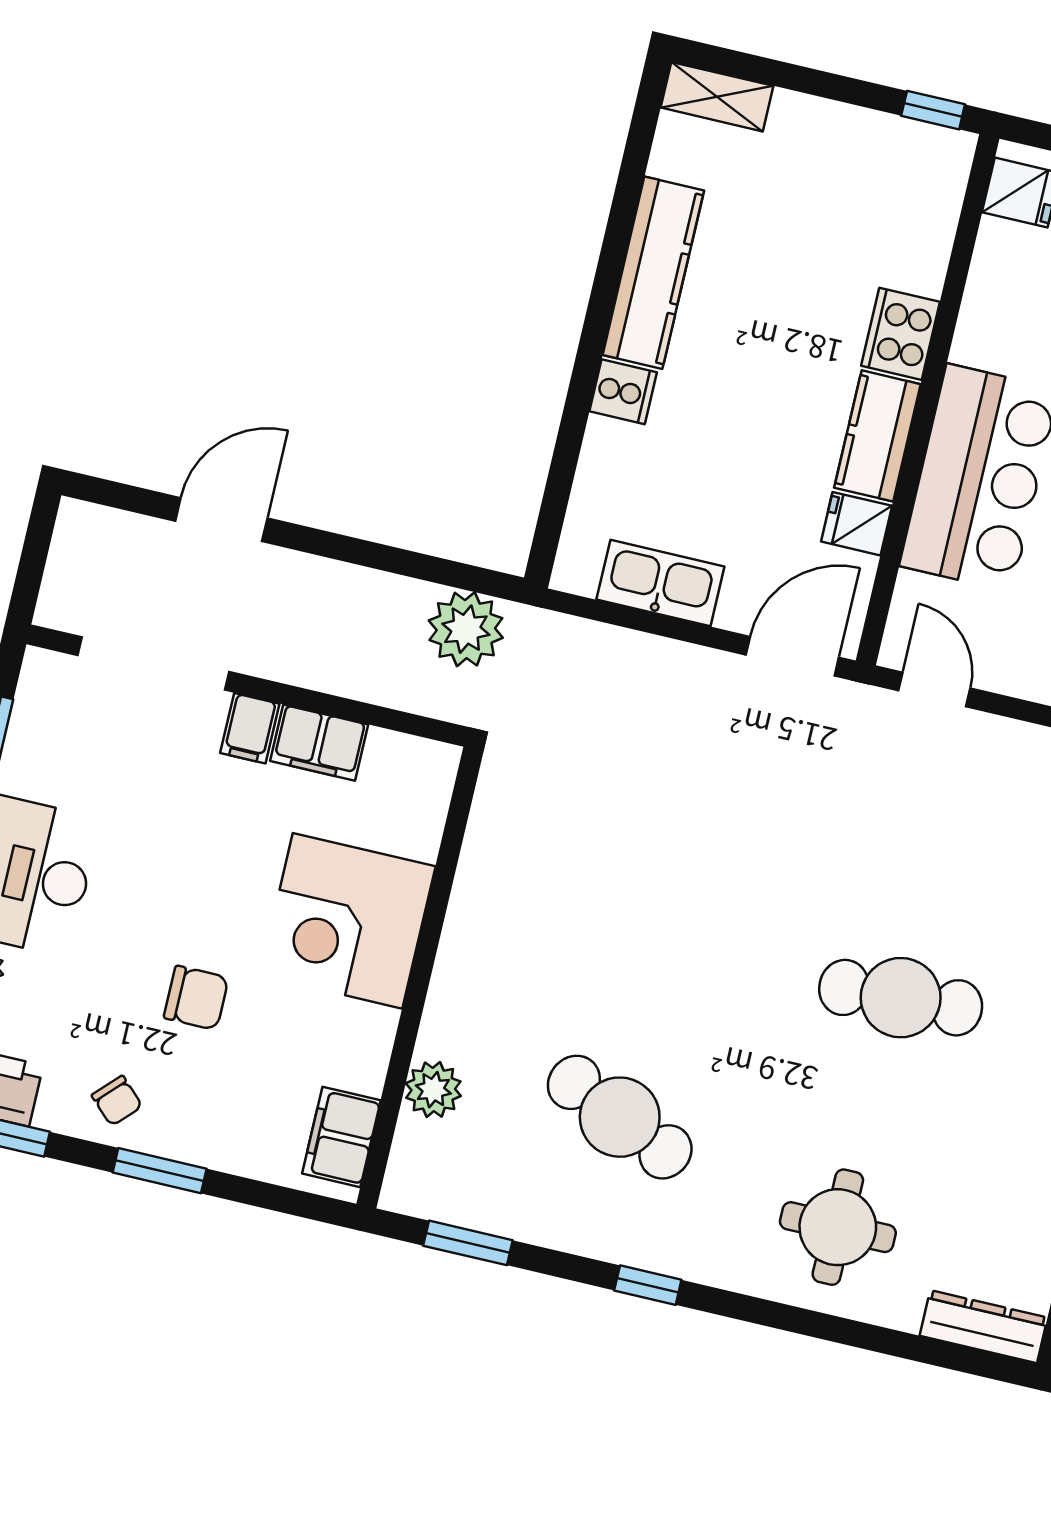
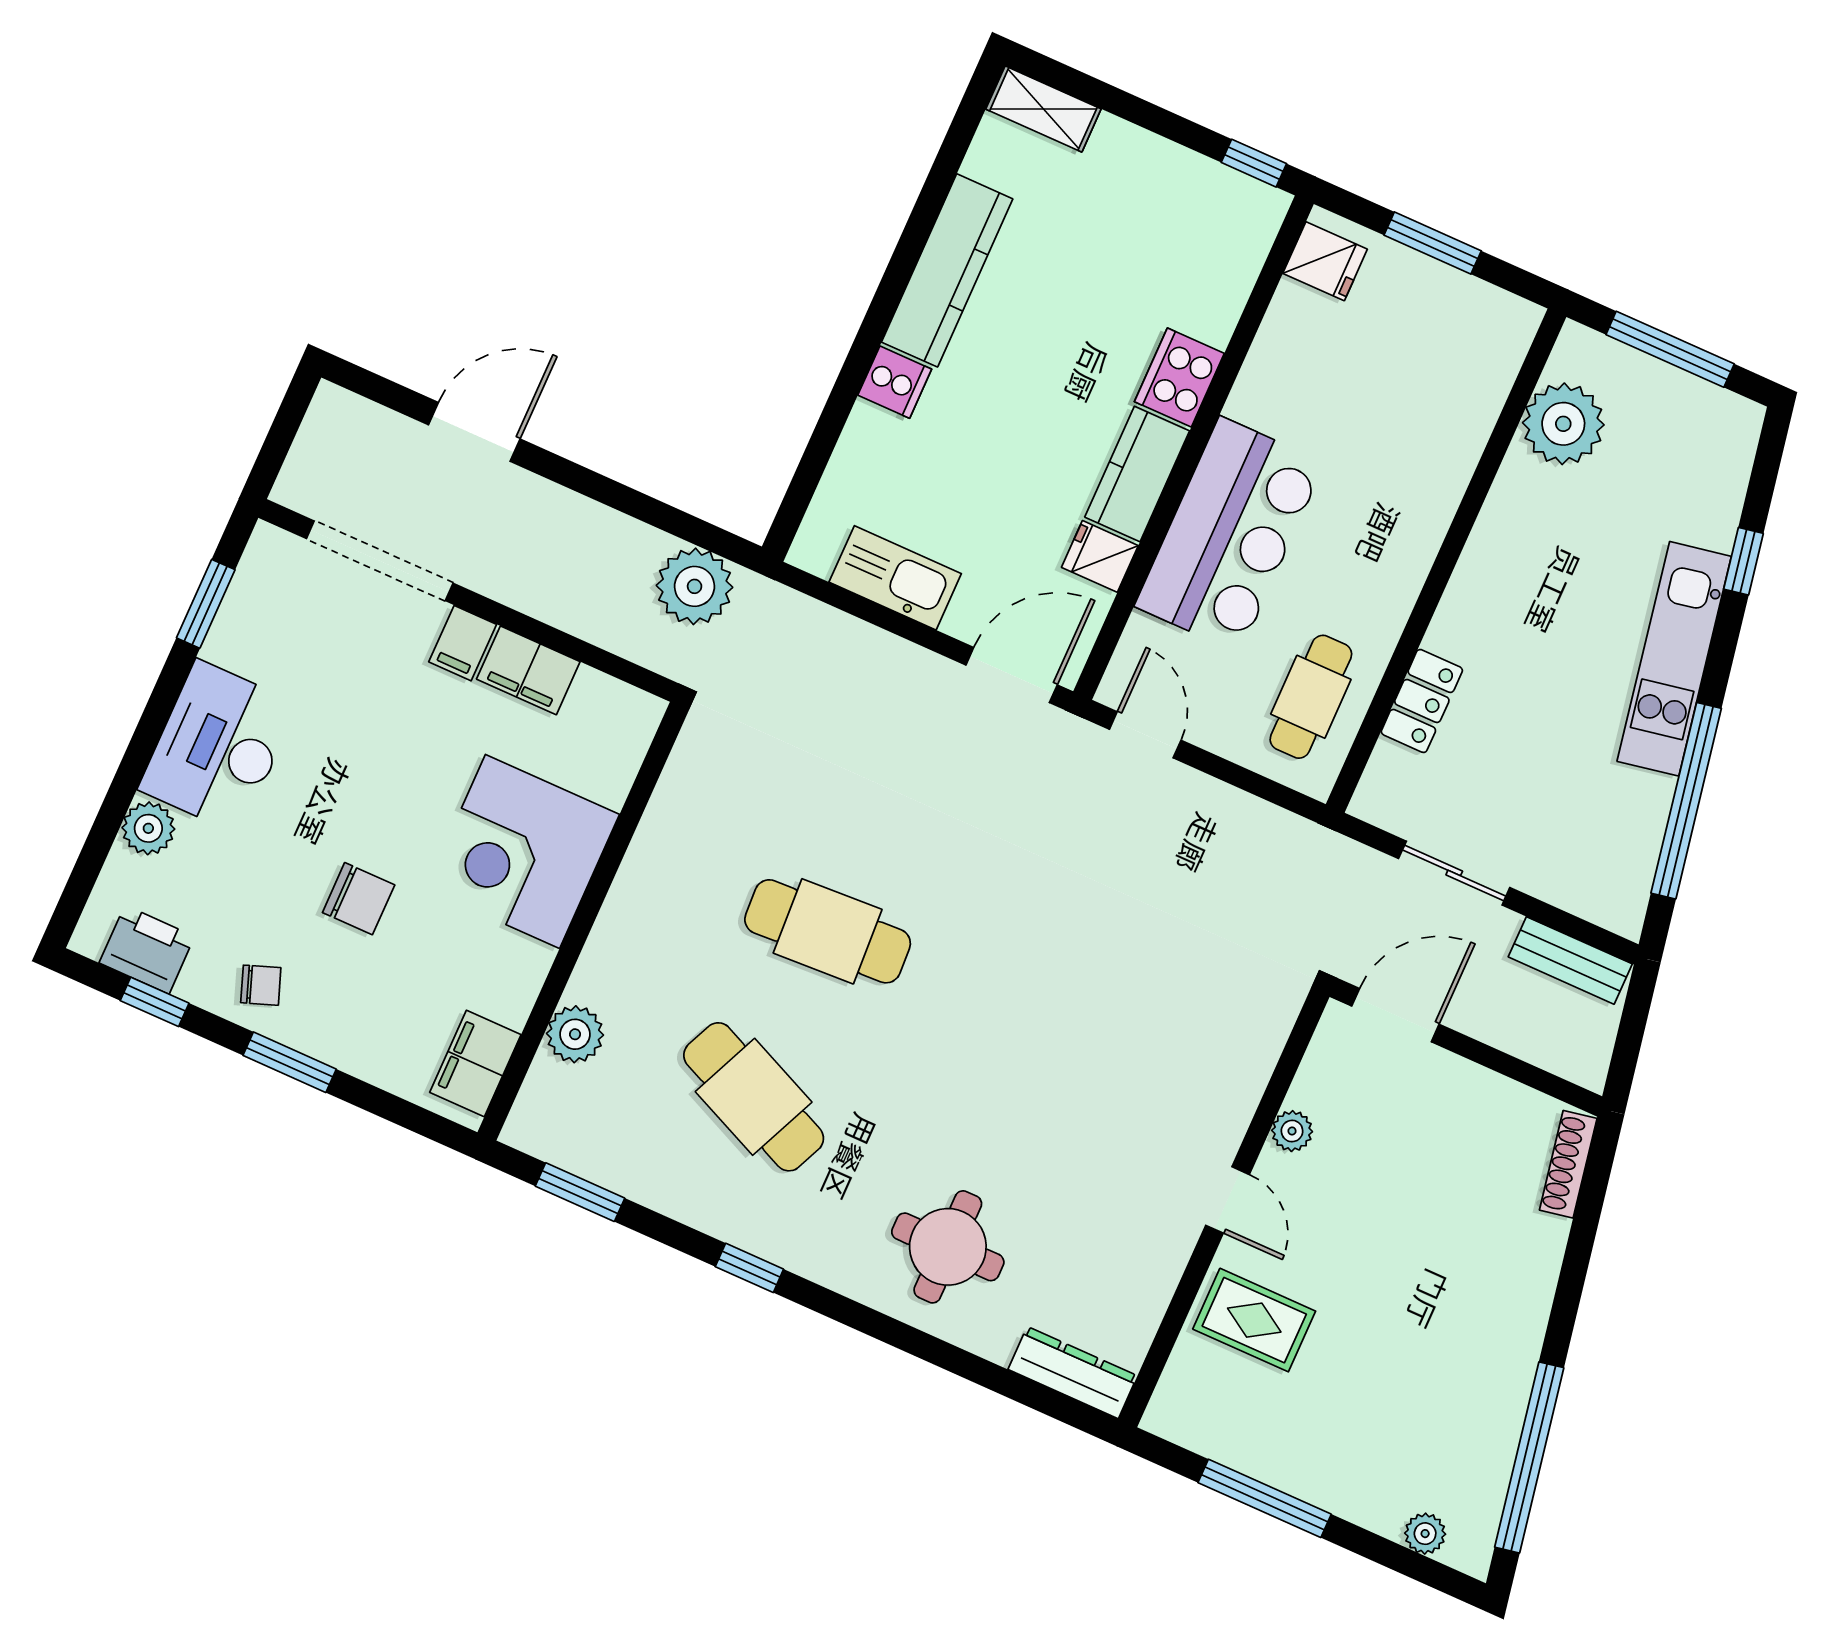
cafe table: (901, 998) -> (828, 931), moved
chair: (117, 1101) -> (261, 985), turned -64

